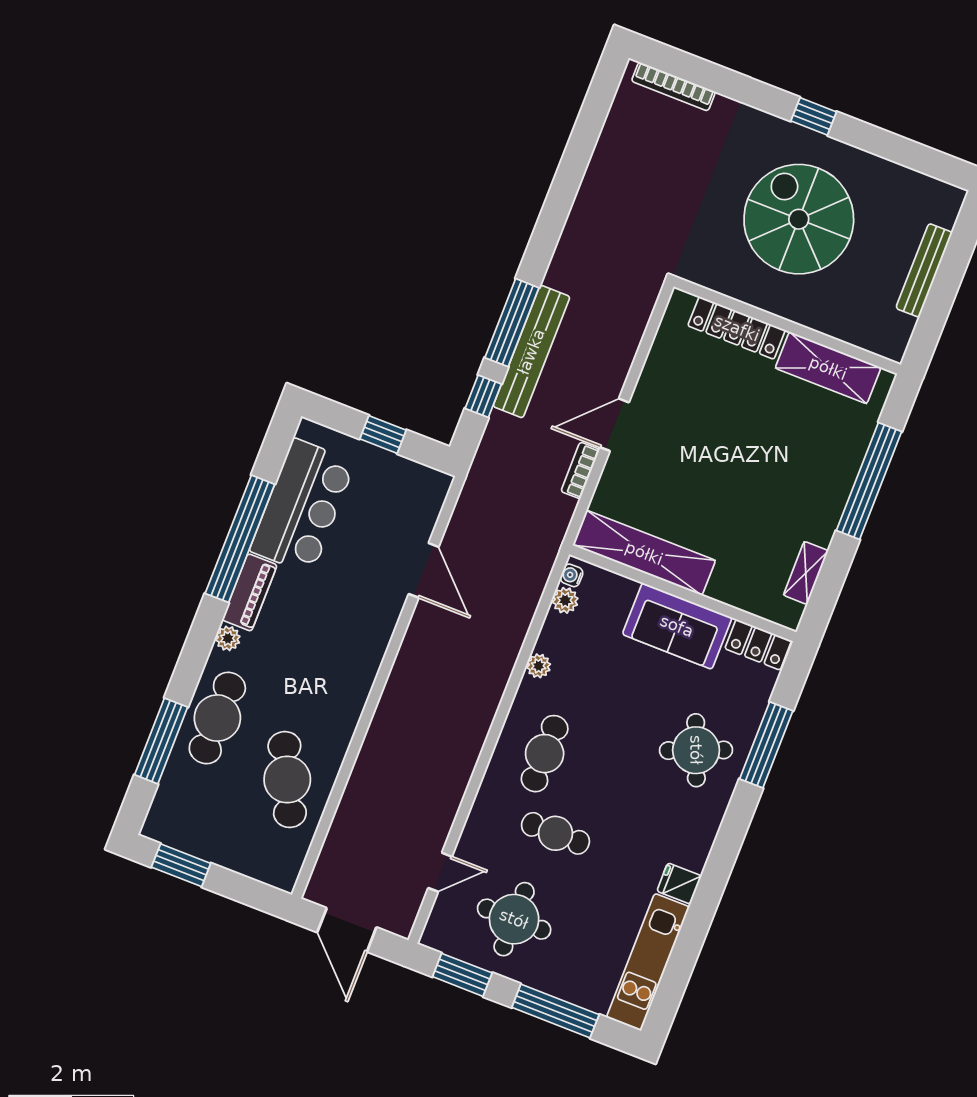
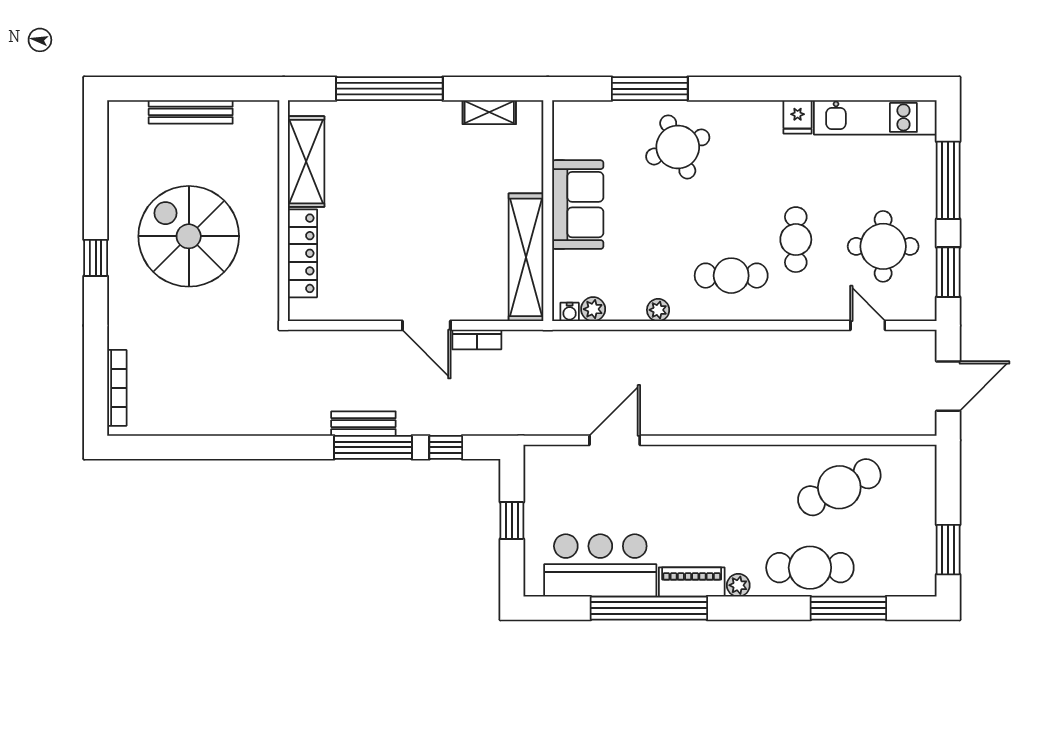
spiral stairs: (799, 219) -> (189, 236), turned 90
bench: (531, 352) -> (363, 424), width x0.54, depth x0.82
locker: (758, 645) -> (567, 129), removed

